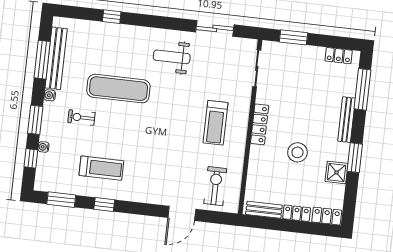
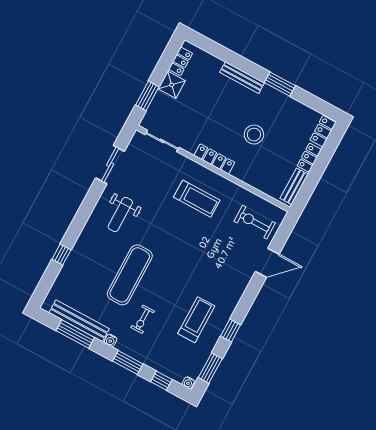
window: (362, 89) -> (220, 52), removed
water cooler: (44, 147) -> (188, 383), moved
shower: (336, 172) -> (172, 85), moved
door: (182, 213) -> (267, 263), hinge flipped

